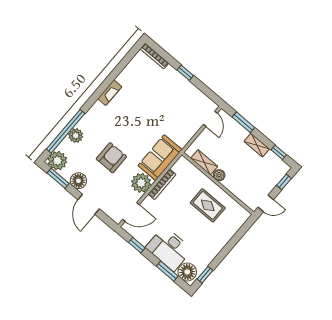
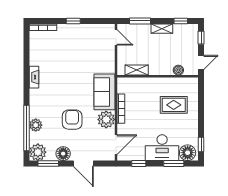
boiler: (219, 175) -> (178, 70), moved
rug: (208, 205) -> (174, 105), moved

